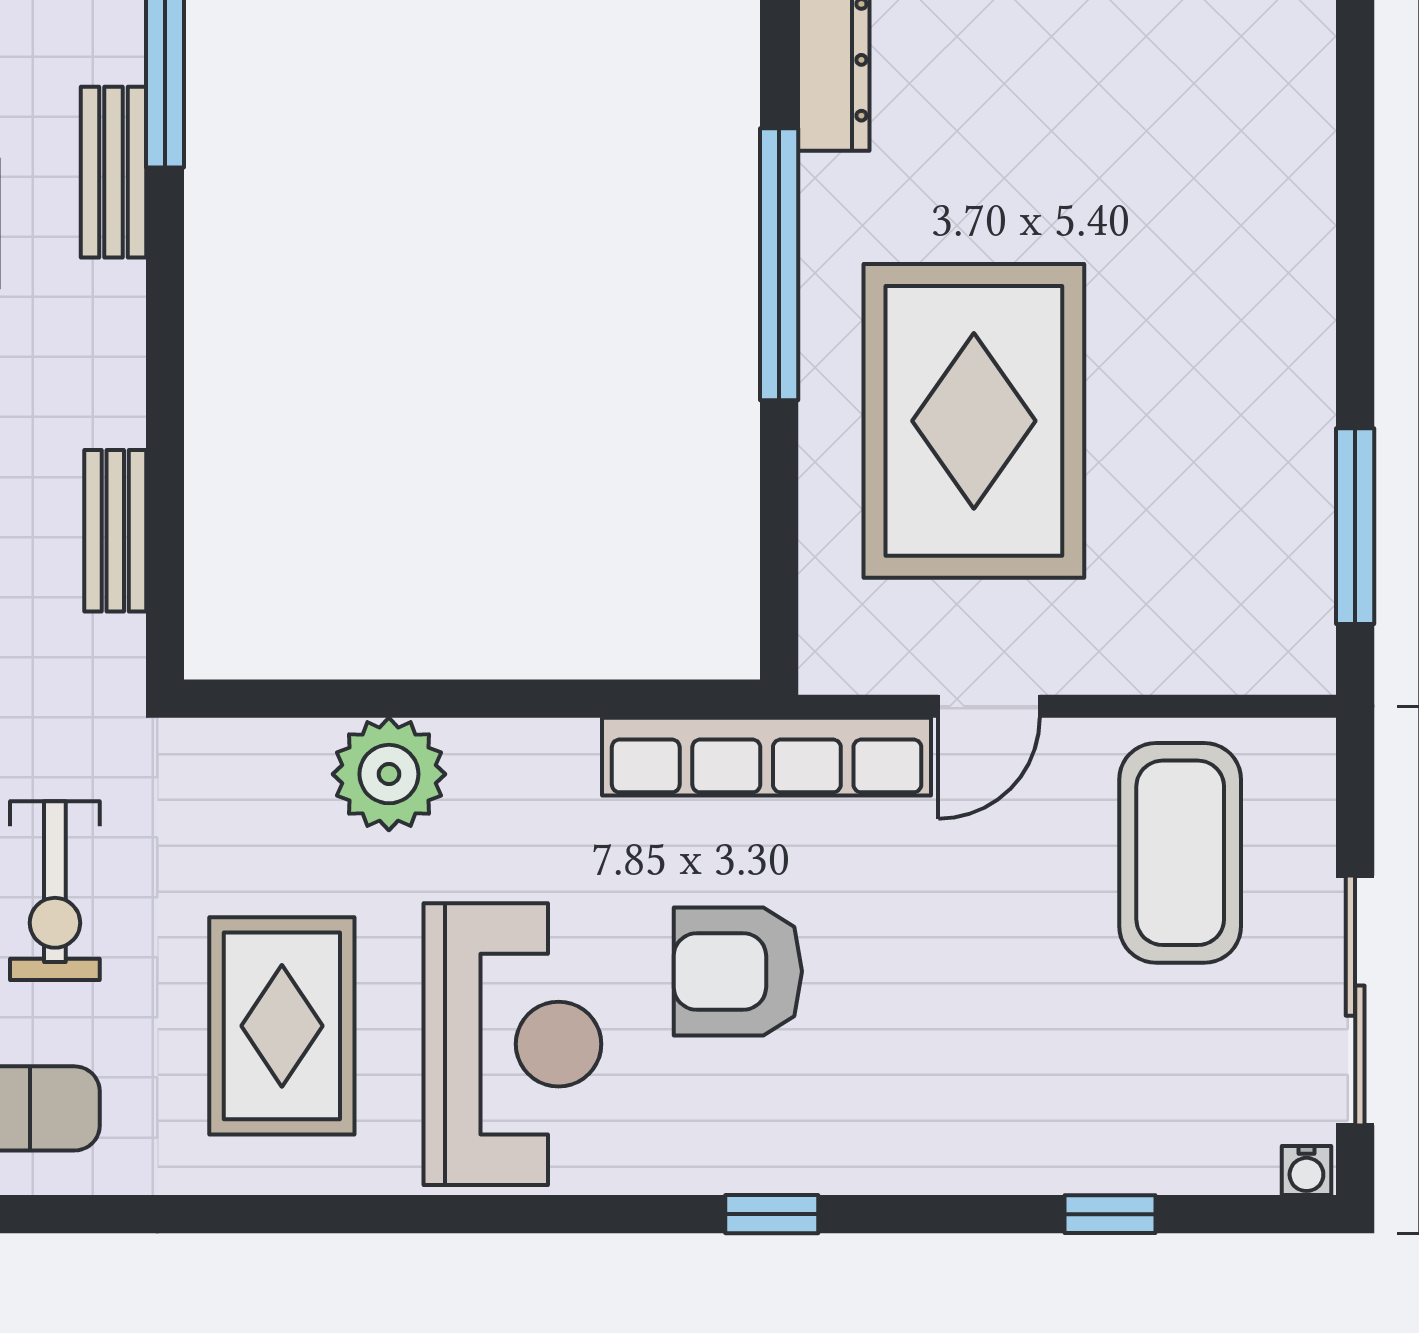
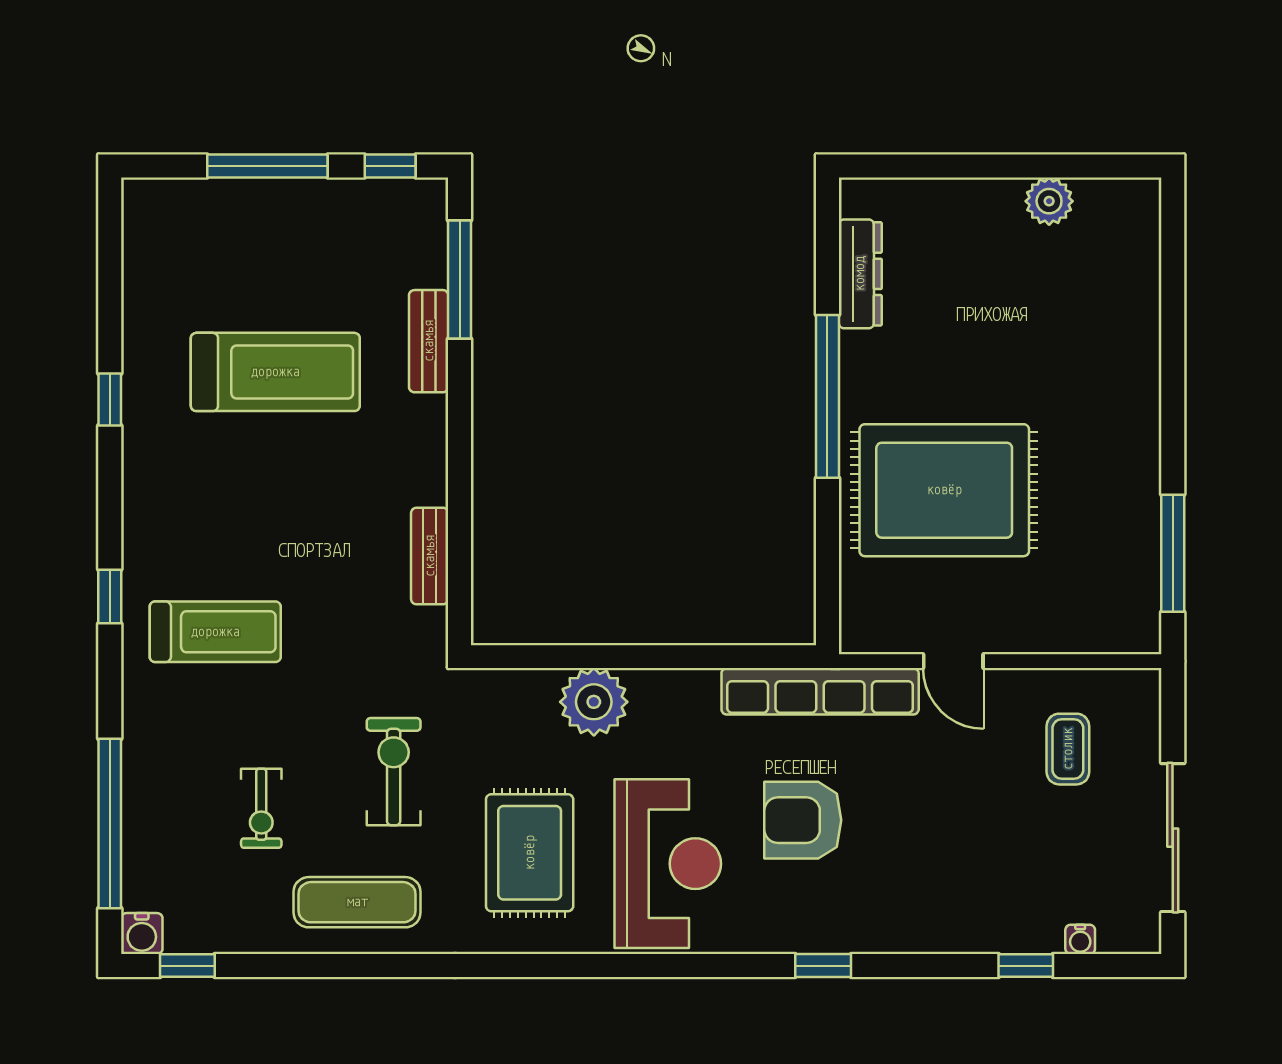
rug: (974, 421) -> (944, 490), turned 90
door: (989, 706) -> (953, 661), hinge flipped
coffee table: (1180, 853) -> (1068, 749), width x0.54, depth x0.58
exercise bike: (55, 891) -> (394, 772), turned 180
water cooler: (1306, 1171) -> (1080, 939), moved

